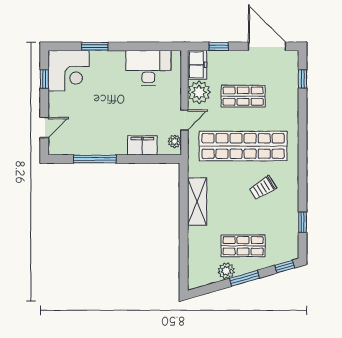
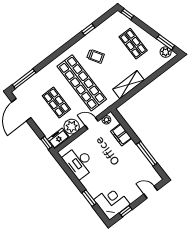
window: (219, 46) -> (47, 143), moved
window: (303, 79) -> (24, 79), width x2.17
window: (303, 222) -> (88, 29), moved
plant: (226, 271) -> (166, 52), moved
window: (245, 278) -> (165, 42), moved

